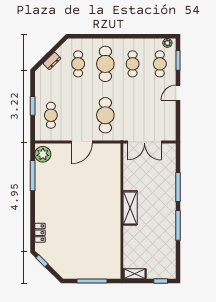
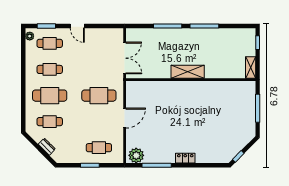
door: (82, 142) -> (125, 118), hinge flipped
locker: (40, 233) -> (185, 158), moved

